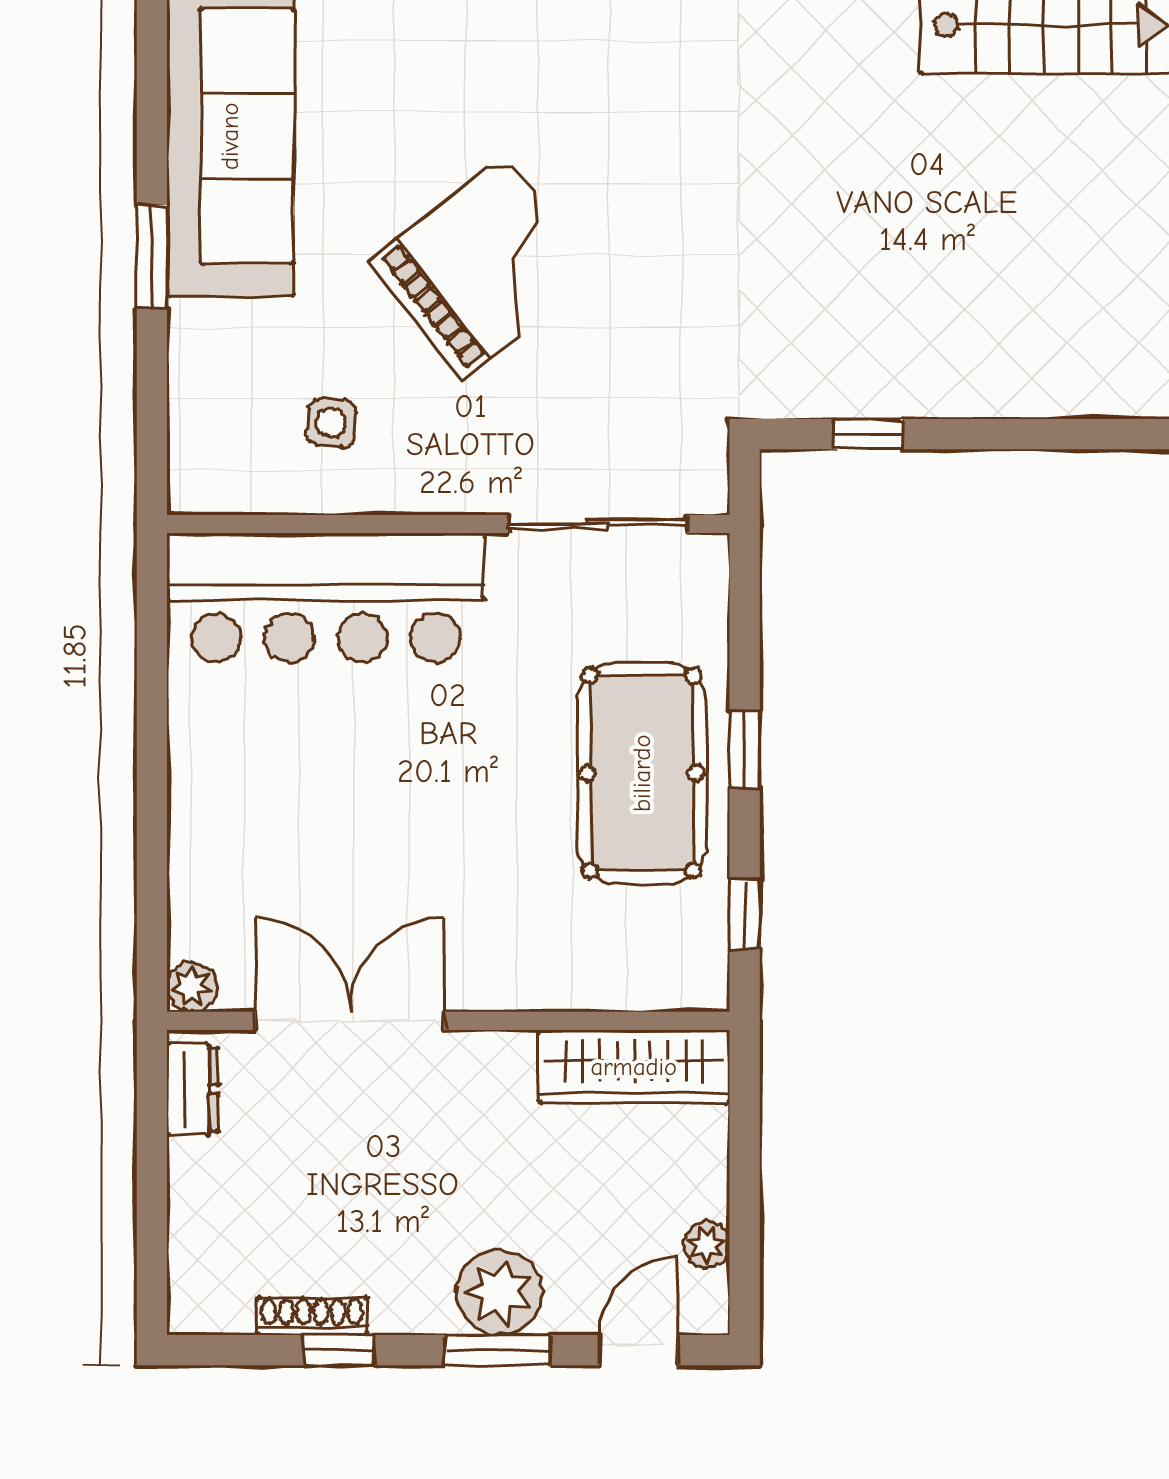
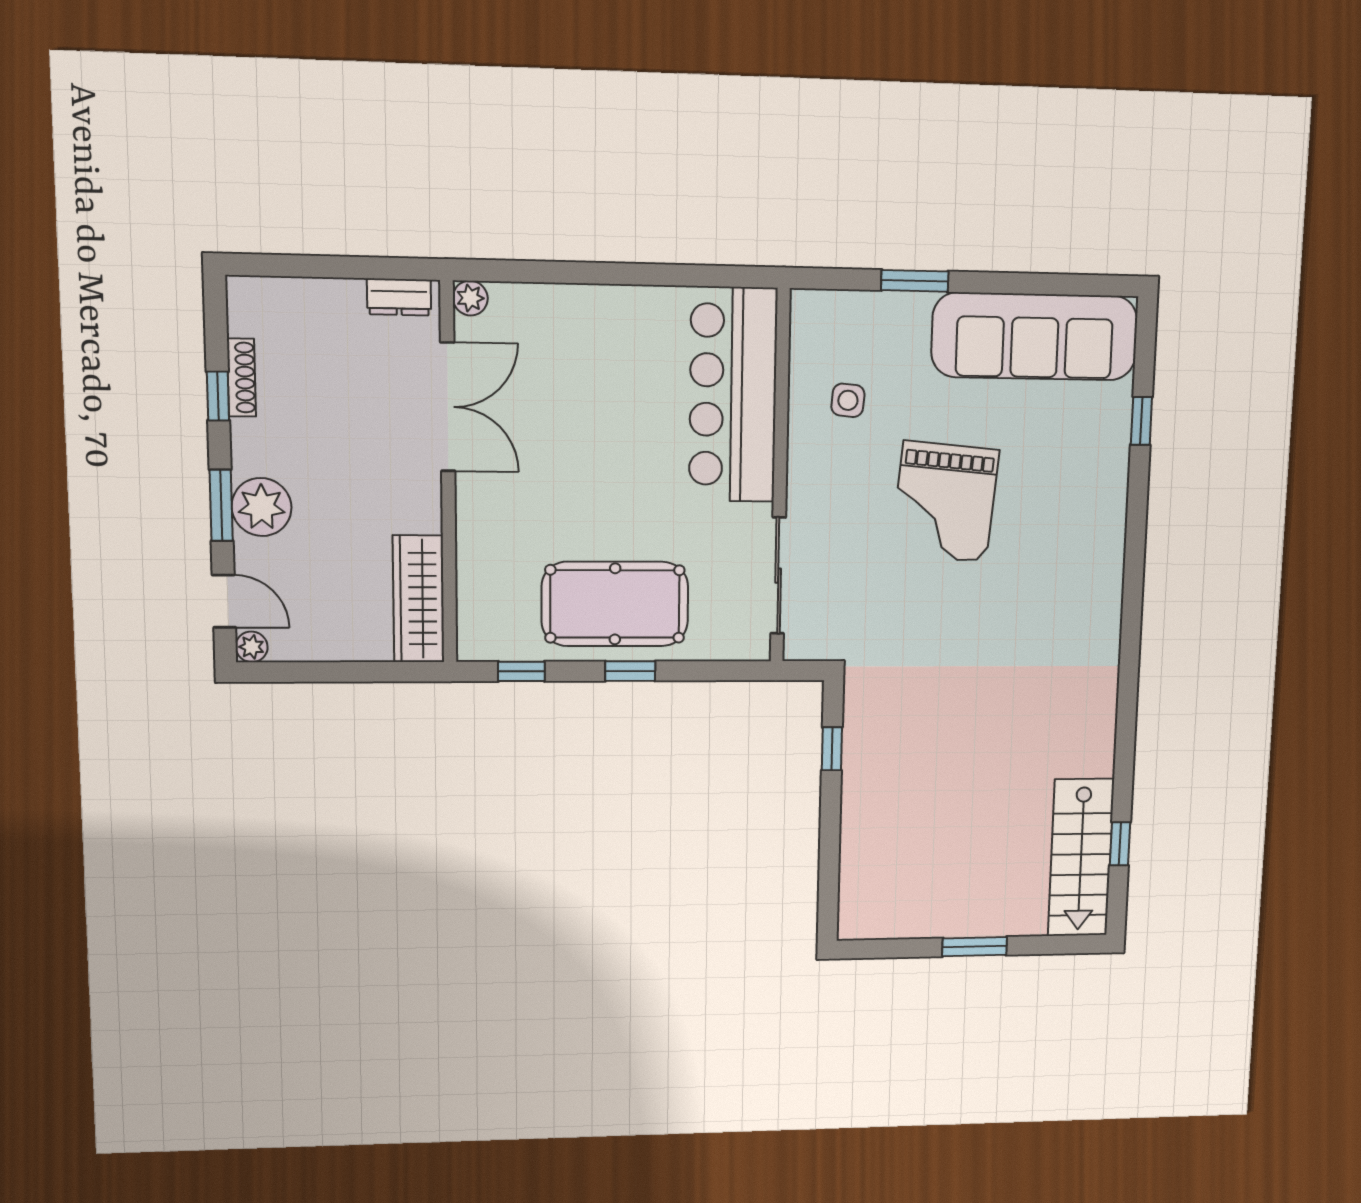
window: (152, 257) -> (915, 281), moved
grand piano: (483, 267) -> (945, 502), turned 43
plant: (707, 1245) -> (252, 647), moved

